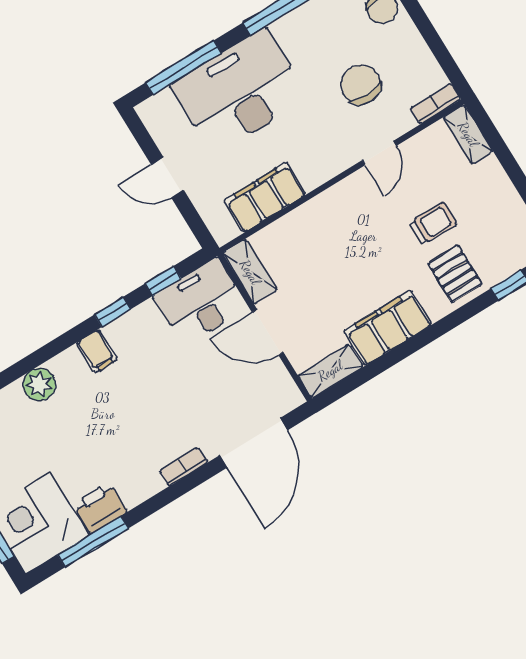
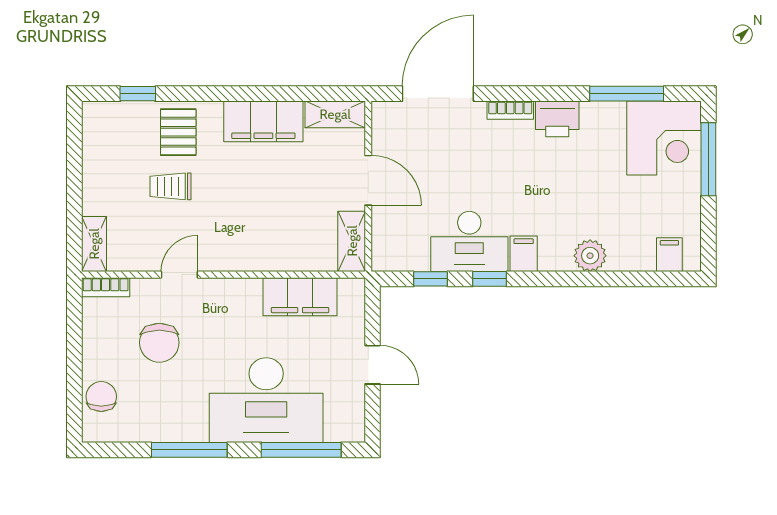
desk: (200, 302) -> (469, 241), moved
printer: (100, 508) -> (557, 119), moved

